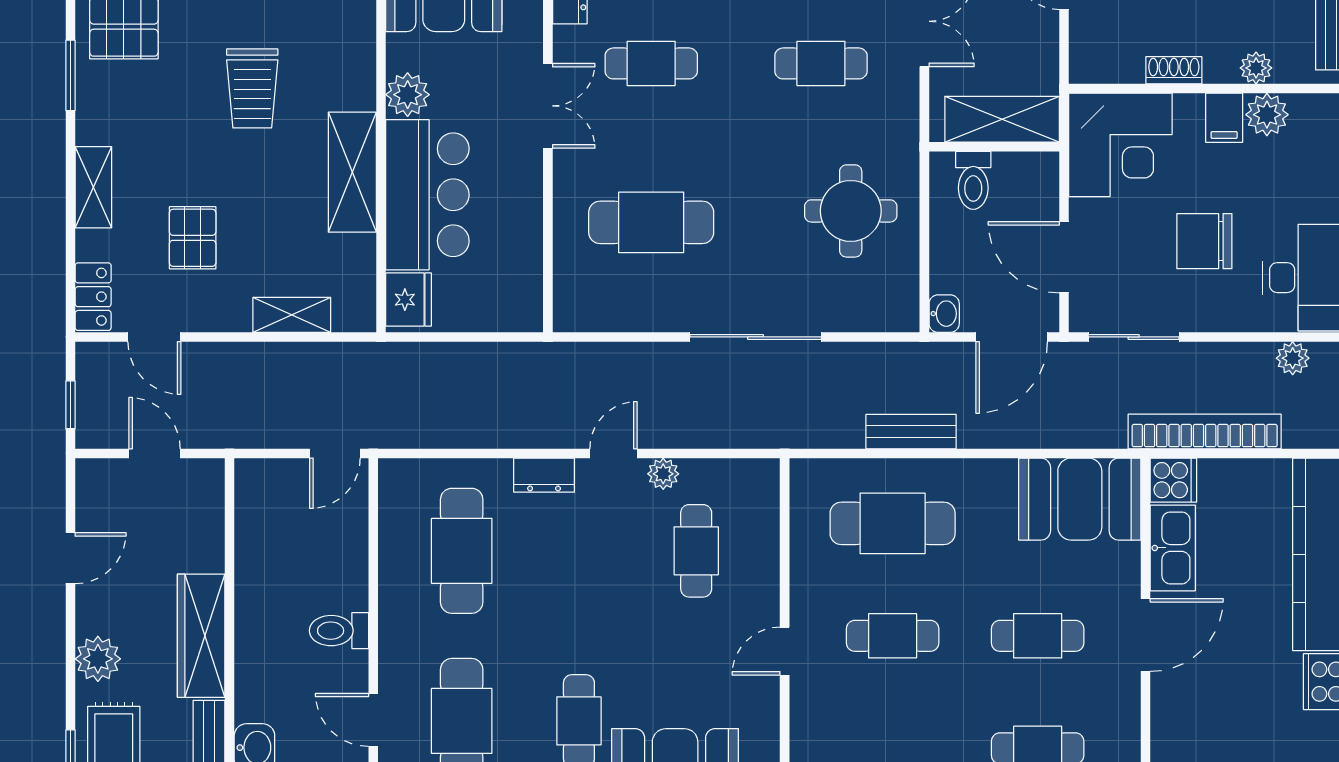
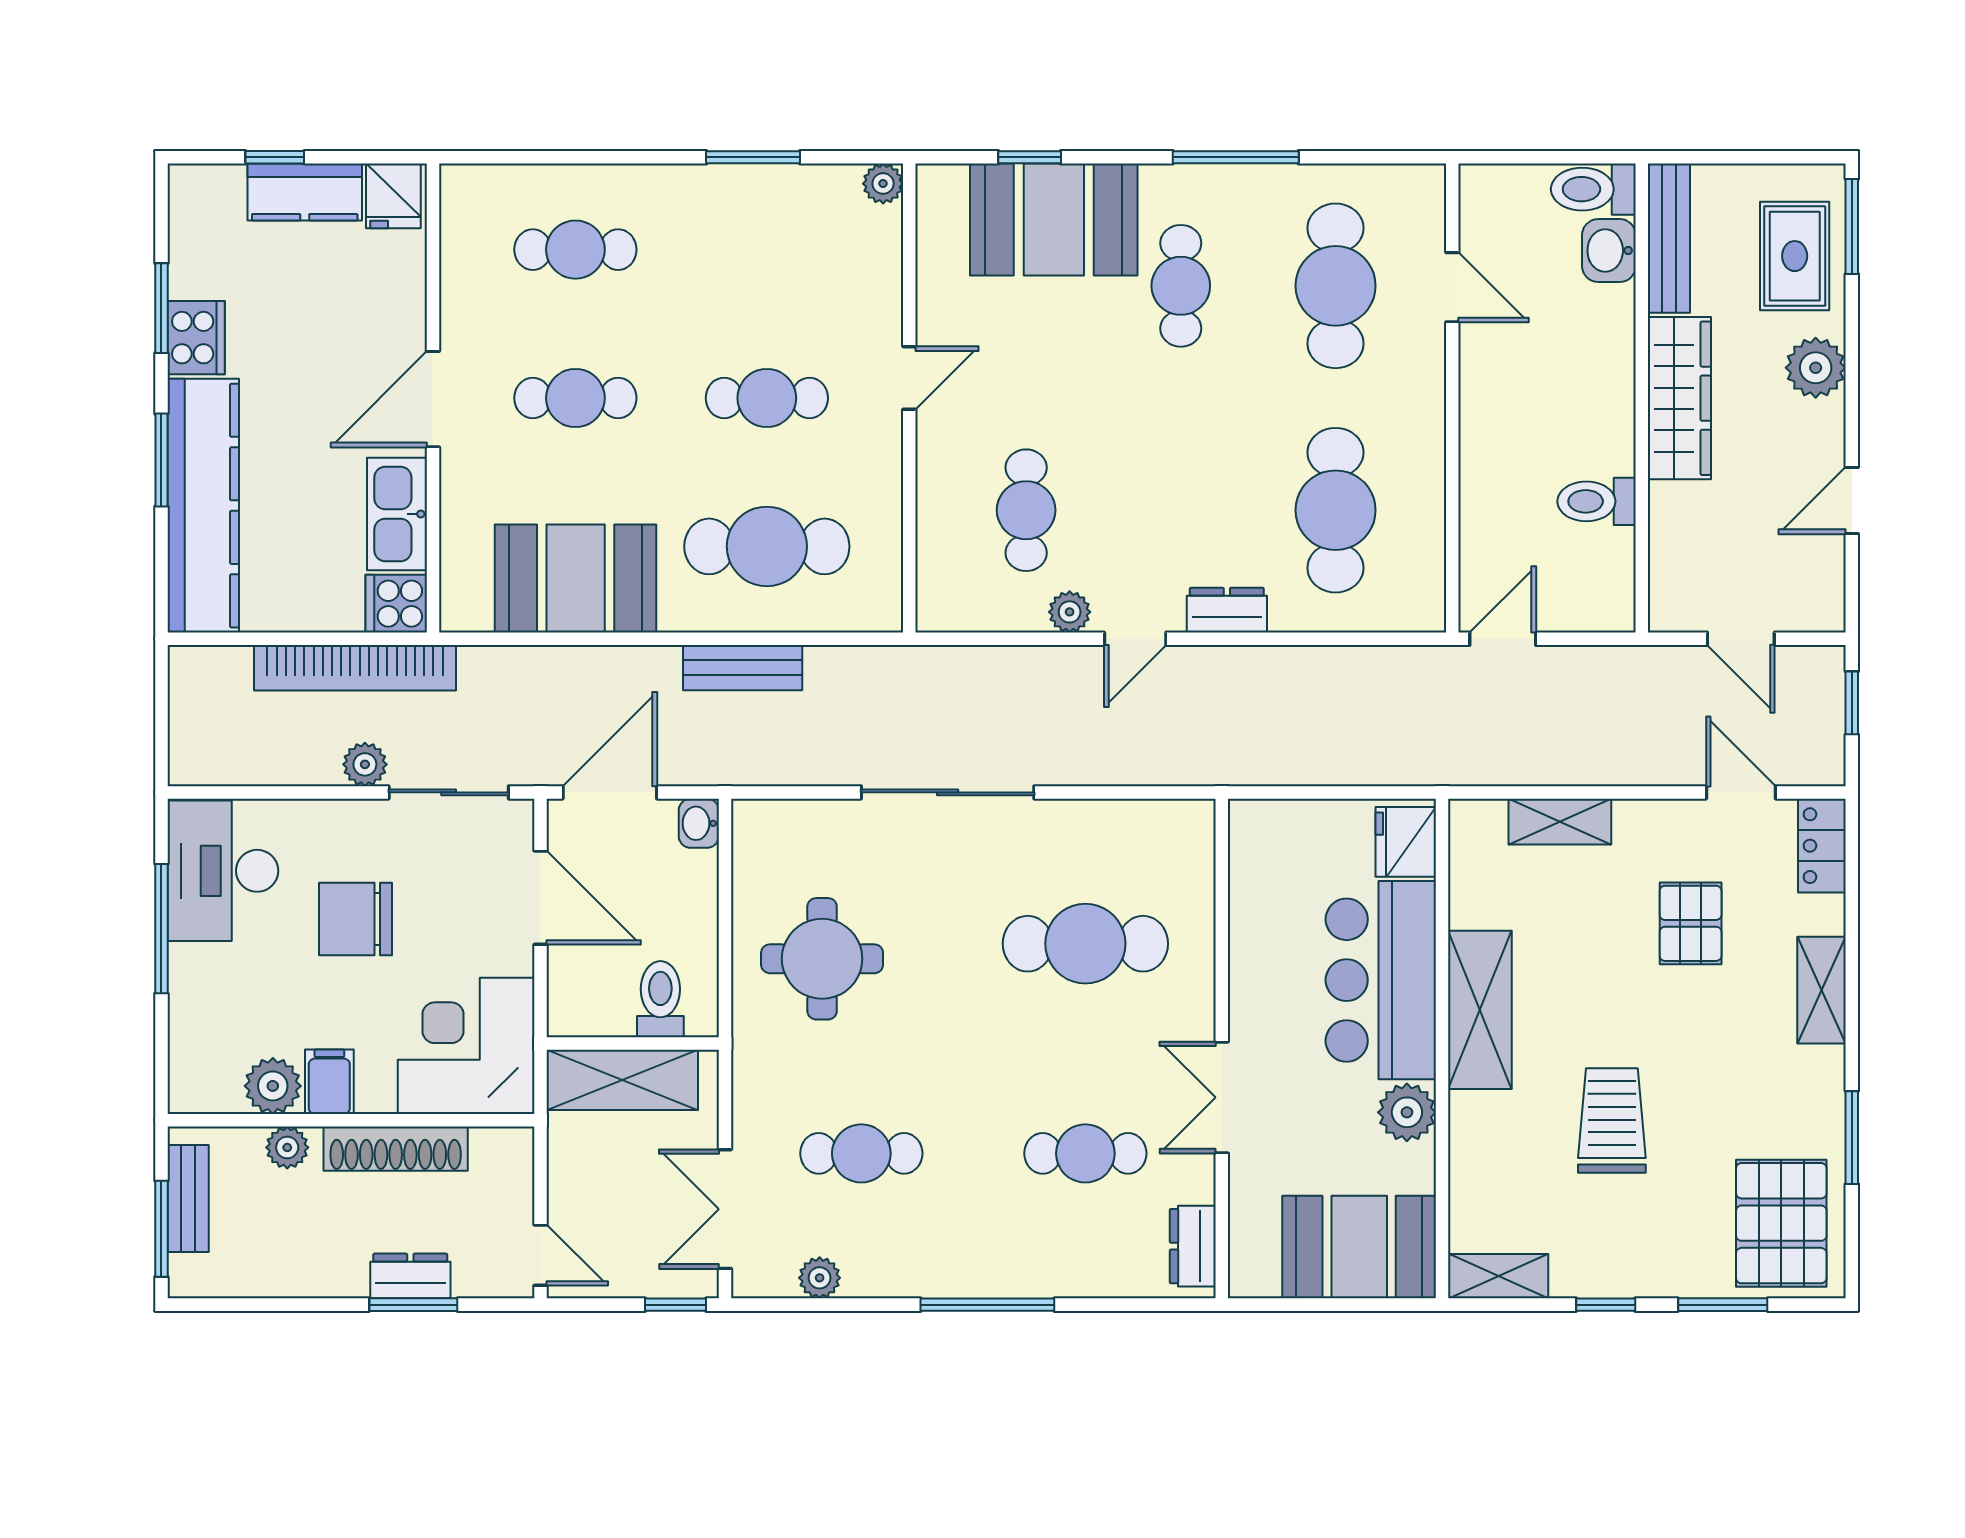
shoe rack: (1174, 70) -> (396, 1149), width x1.94, depth x1.24
chair: (1204, 241) -> (355, 919), turned 180
plant: (1293, 358) -> (365, 764), moved
booth: (1080, 499) -> (576, 579), moved
toilet: (339, 631) -> (1597, 501), moved, turned 180

